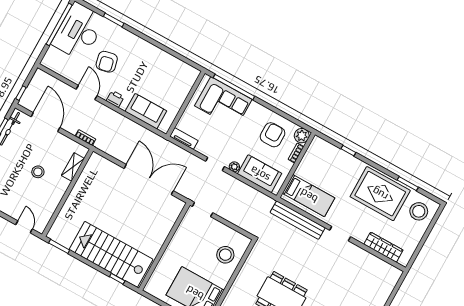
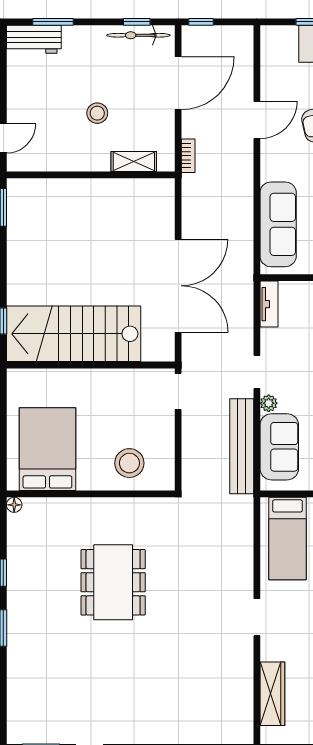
printer: (115, 99) -> (271, 168), removed
sofa: (146, 111) -> (278, 224), width x1.36
bench: (298, 220) -> (242, 446), moved
stairs: (111, 254) -> (74, 334), moved, turned -90

